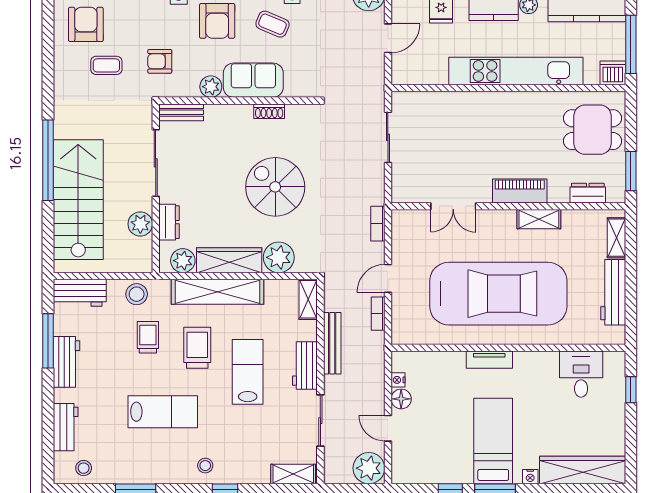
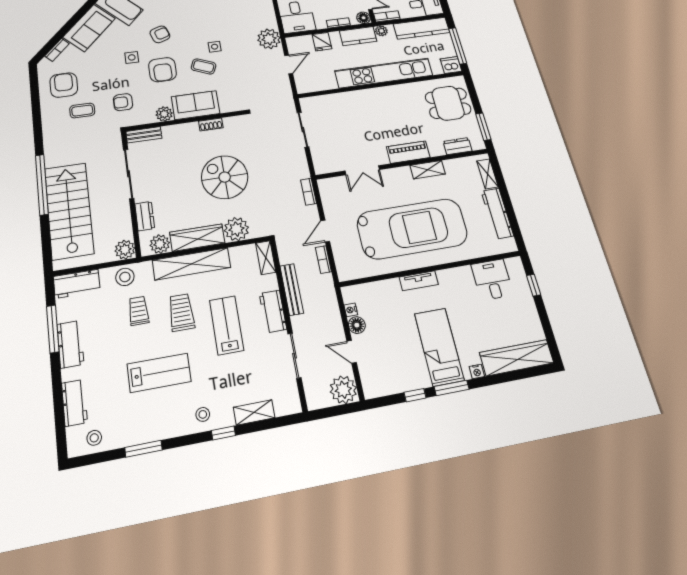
plant: (140, 224) -> (125, 250), moved
shelving: (293, 474) -> (254, 412), moved

